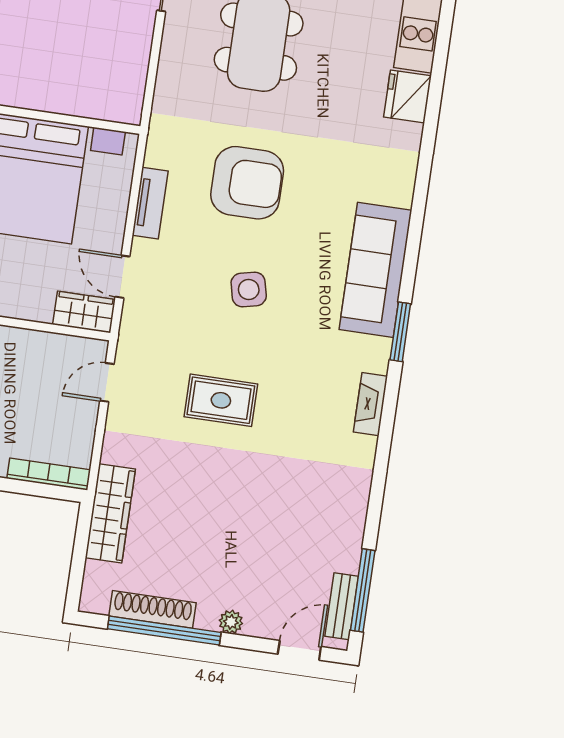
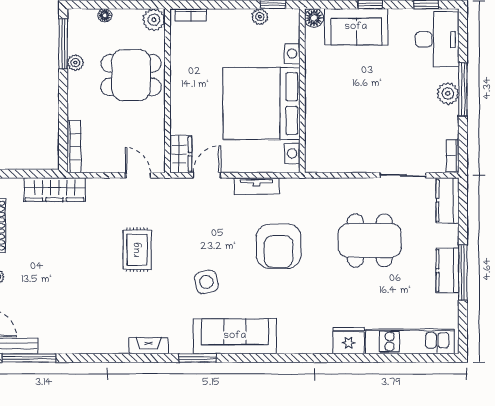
side table: (249, 289) -> (206, 282), moved

